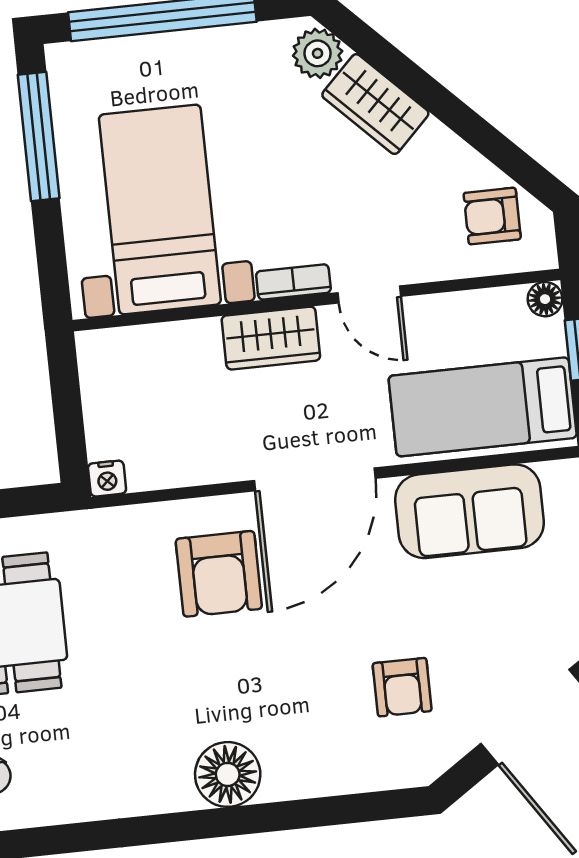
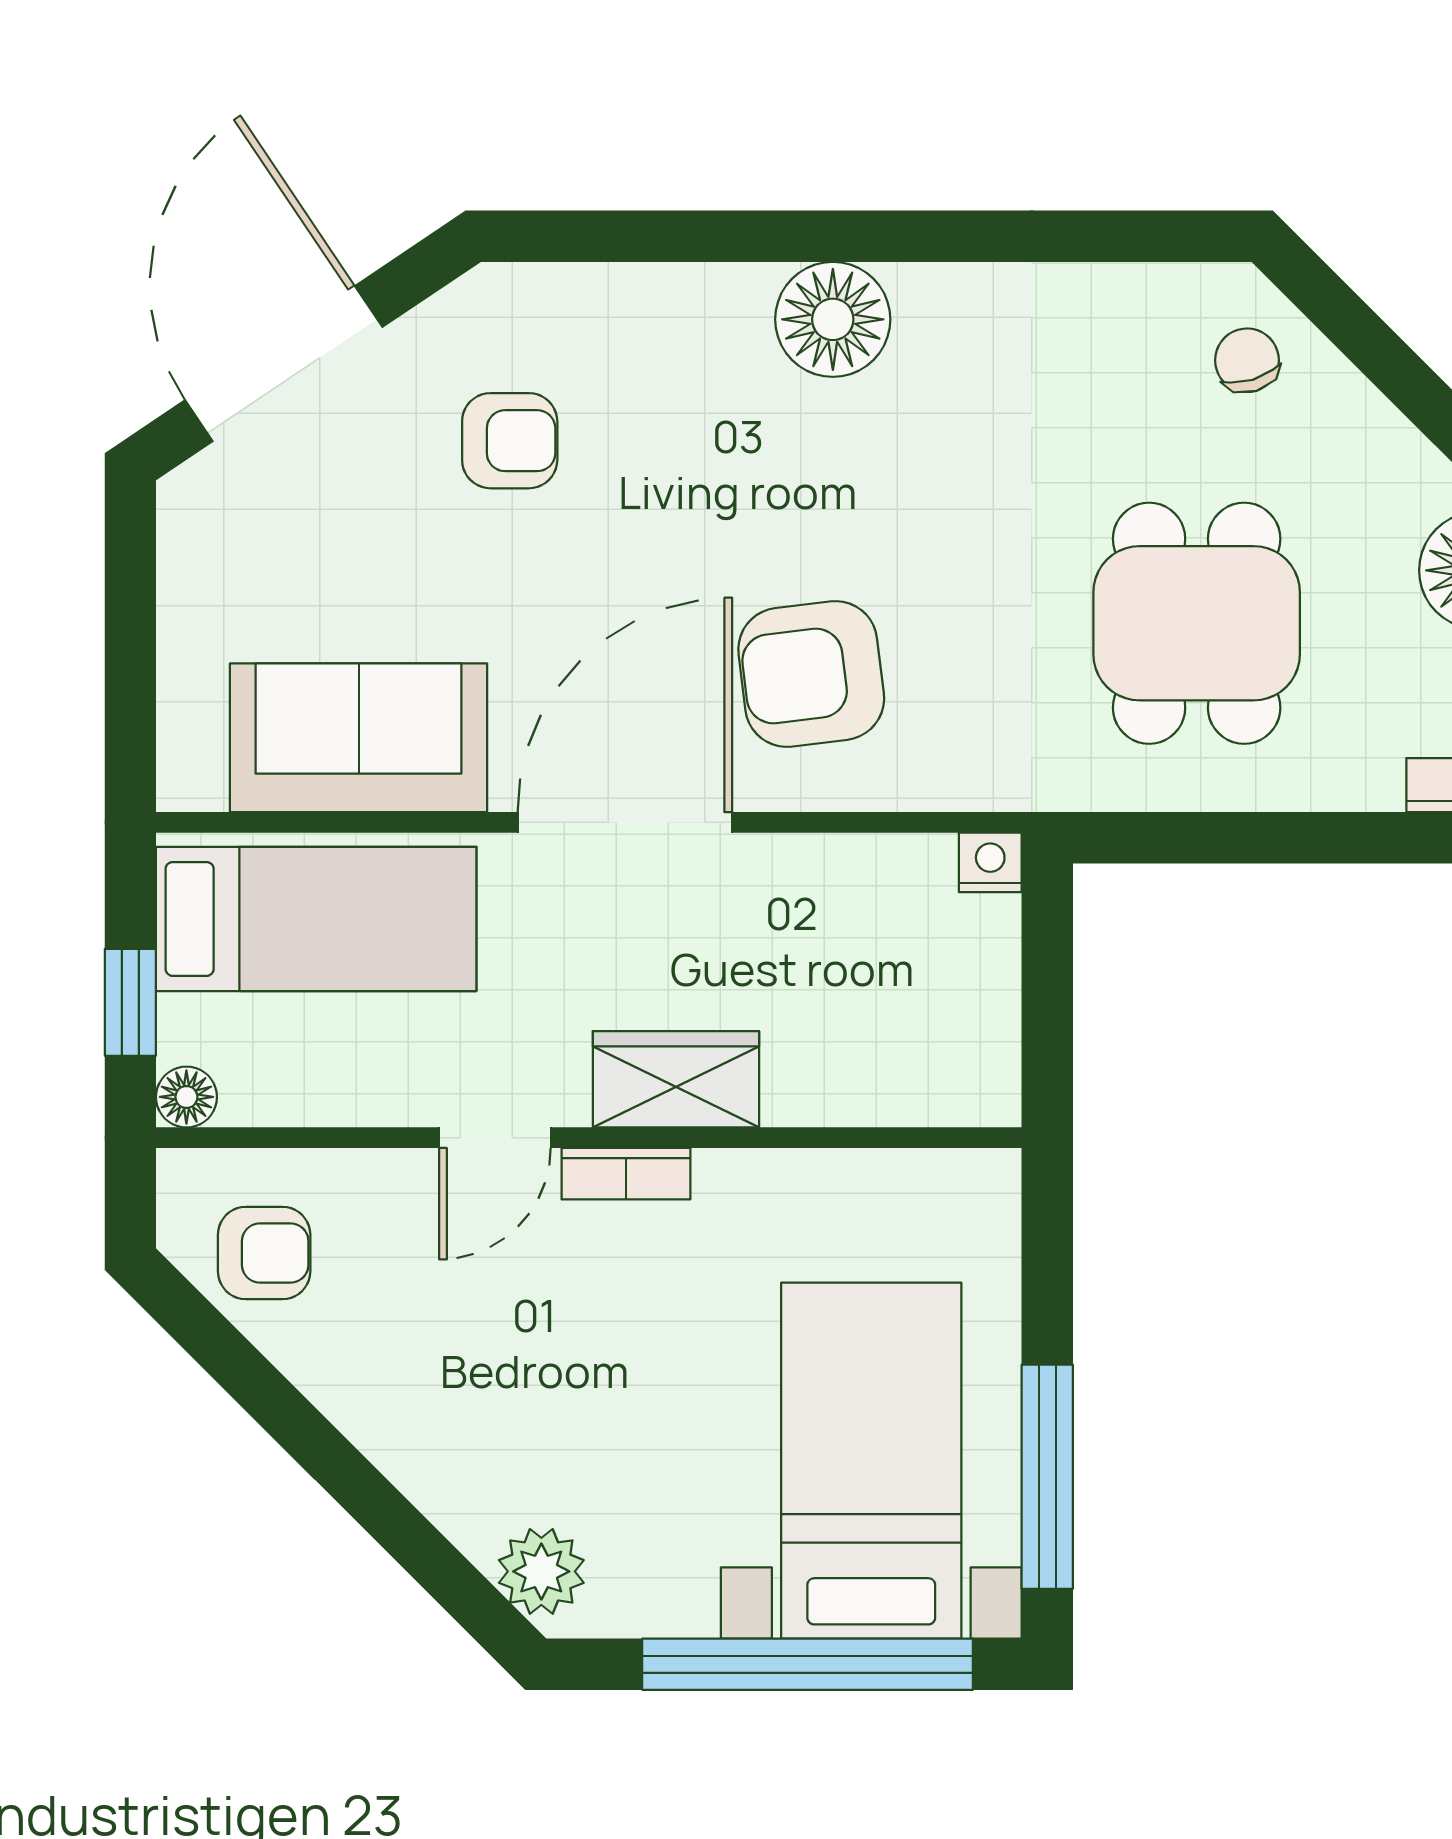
wardrobe: (375, 104) -> (449, 1472), removed
bed with nightstands: (160, 209) -> (871, 1461), moved, turned 180
door: (369, 294) -> (495, 1138), swing flipped
armchair: (219, 574) -> (811, 674), turned -97
armchair: (402, 687) -> (510, 441), turned 90

